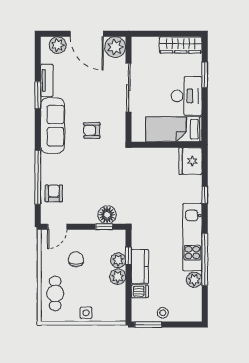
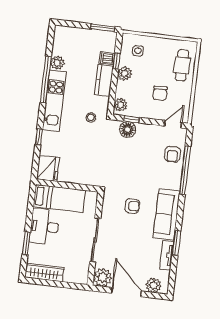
window: (128, 256) -> (117, 61), moved
plant: (118, 260) -> (121, 105), moved
side table: (86, 313) -> (138, 51), moved
stool: (163, 313) -> (91, 117), moved

